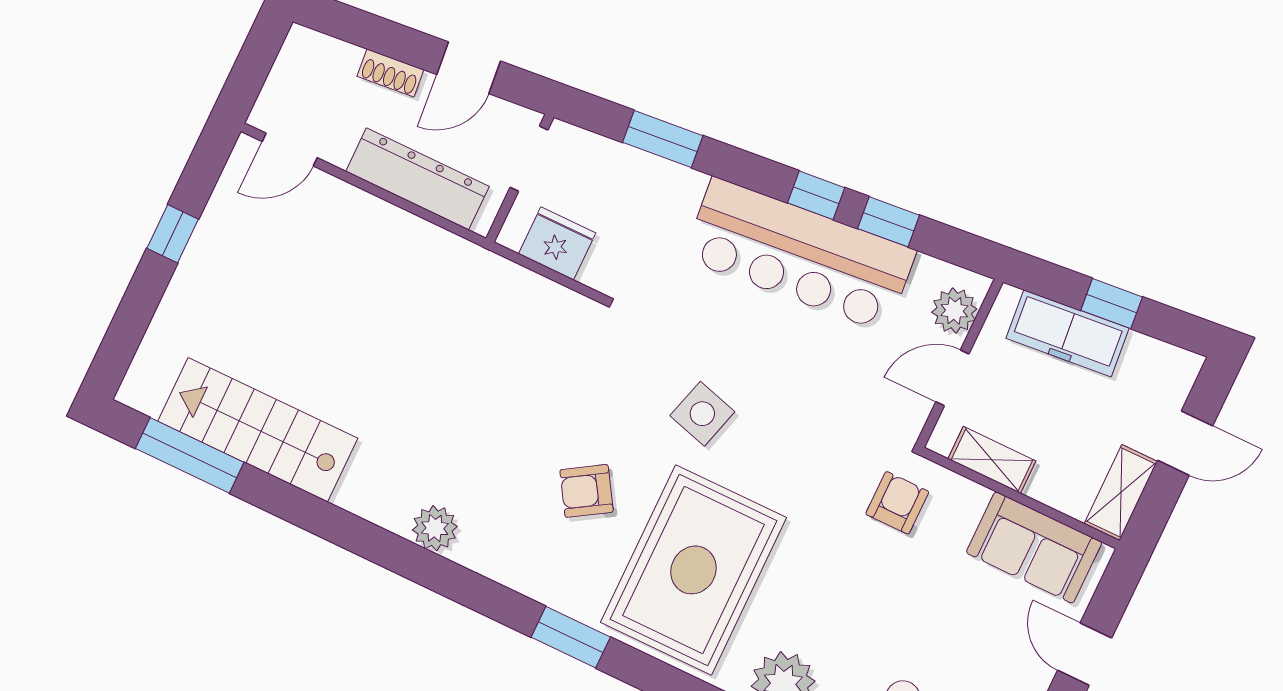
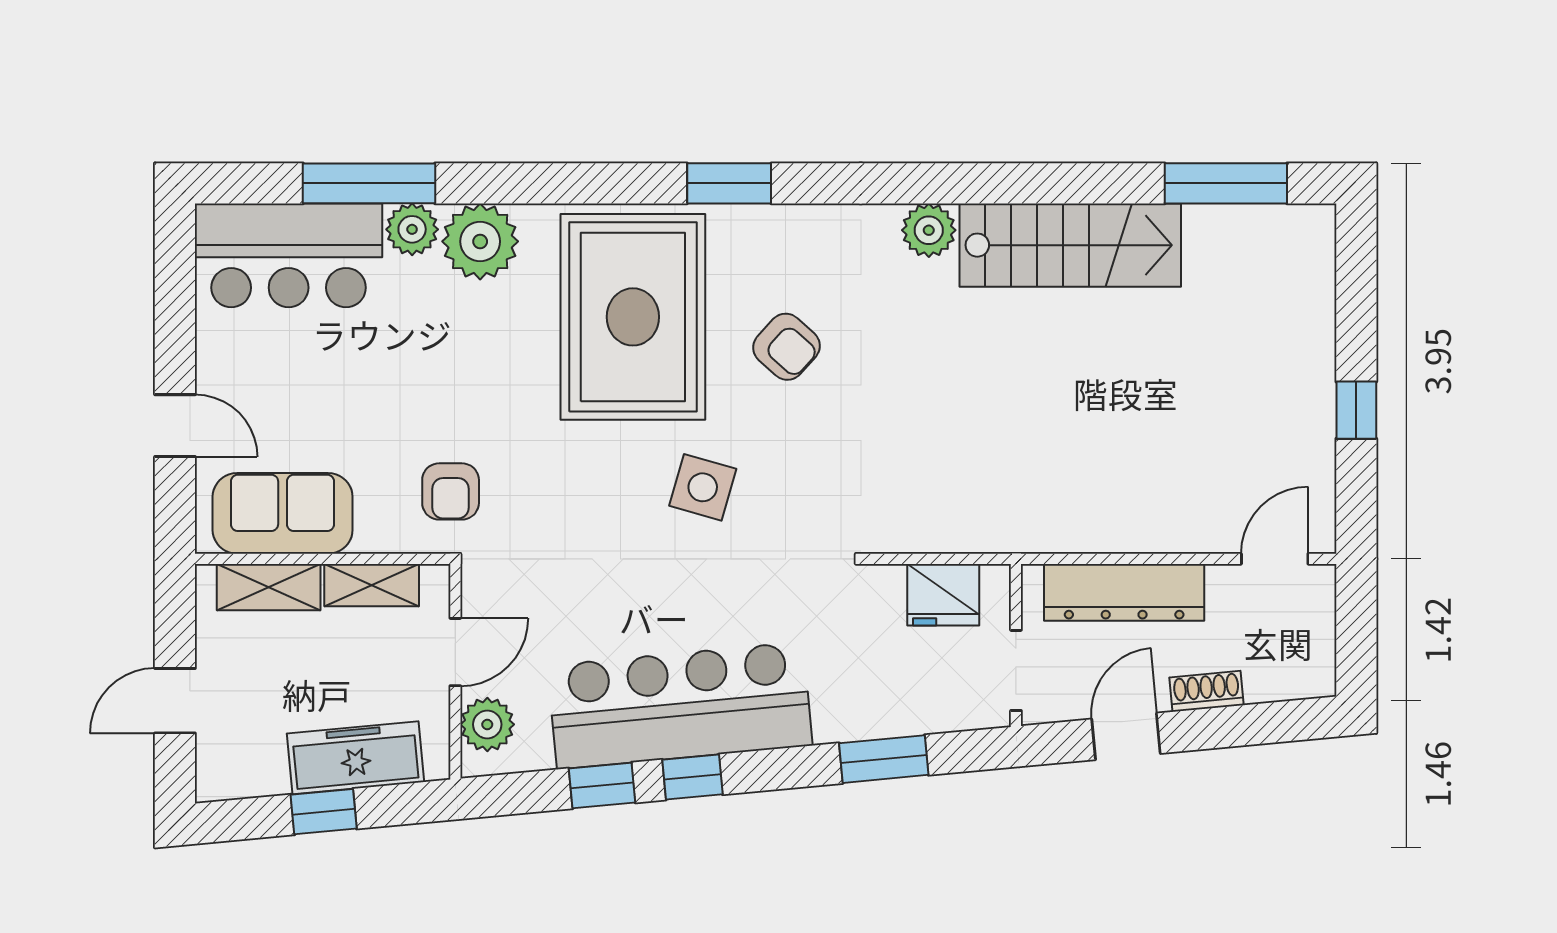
stairs: (258, 430) -> (1070, 245), moved
armchair: (587, 491) -> (787, 347), turned 74
shelving: (1121, 492) -> (269, 587), moved, turned 90

